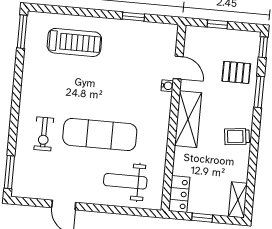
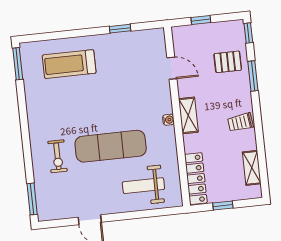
treadmill: (74, 42) -> (69, 64), turned 180
water cooler: (167, 86) -> (168, 120), moved
shelving: (188, 119) -> (188, 115), width x0.67, depth x0.75
locker: (179, 194) -> (196, 179), width x1.53
shelving: (238, 200) -> (252, 168), moved

